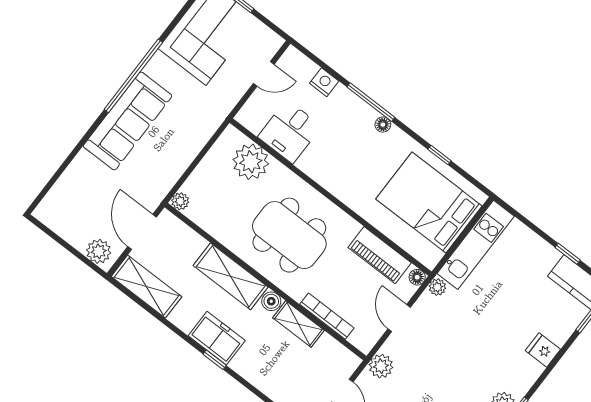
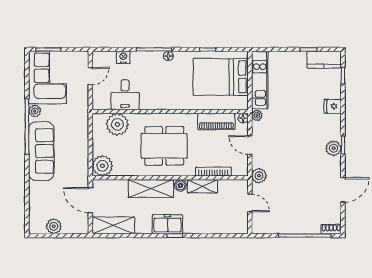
plant: (158, 64) -> (35, 111), added
plant: (180, 201) -> (102, 166), width x1.88, depth x1.88
plant: (99, 251) -> (54, 226), moved

